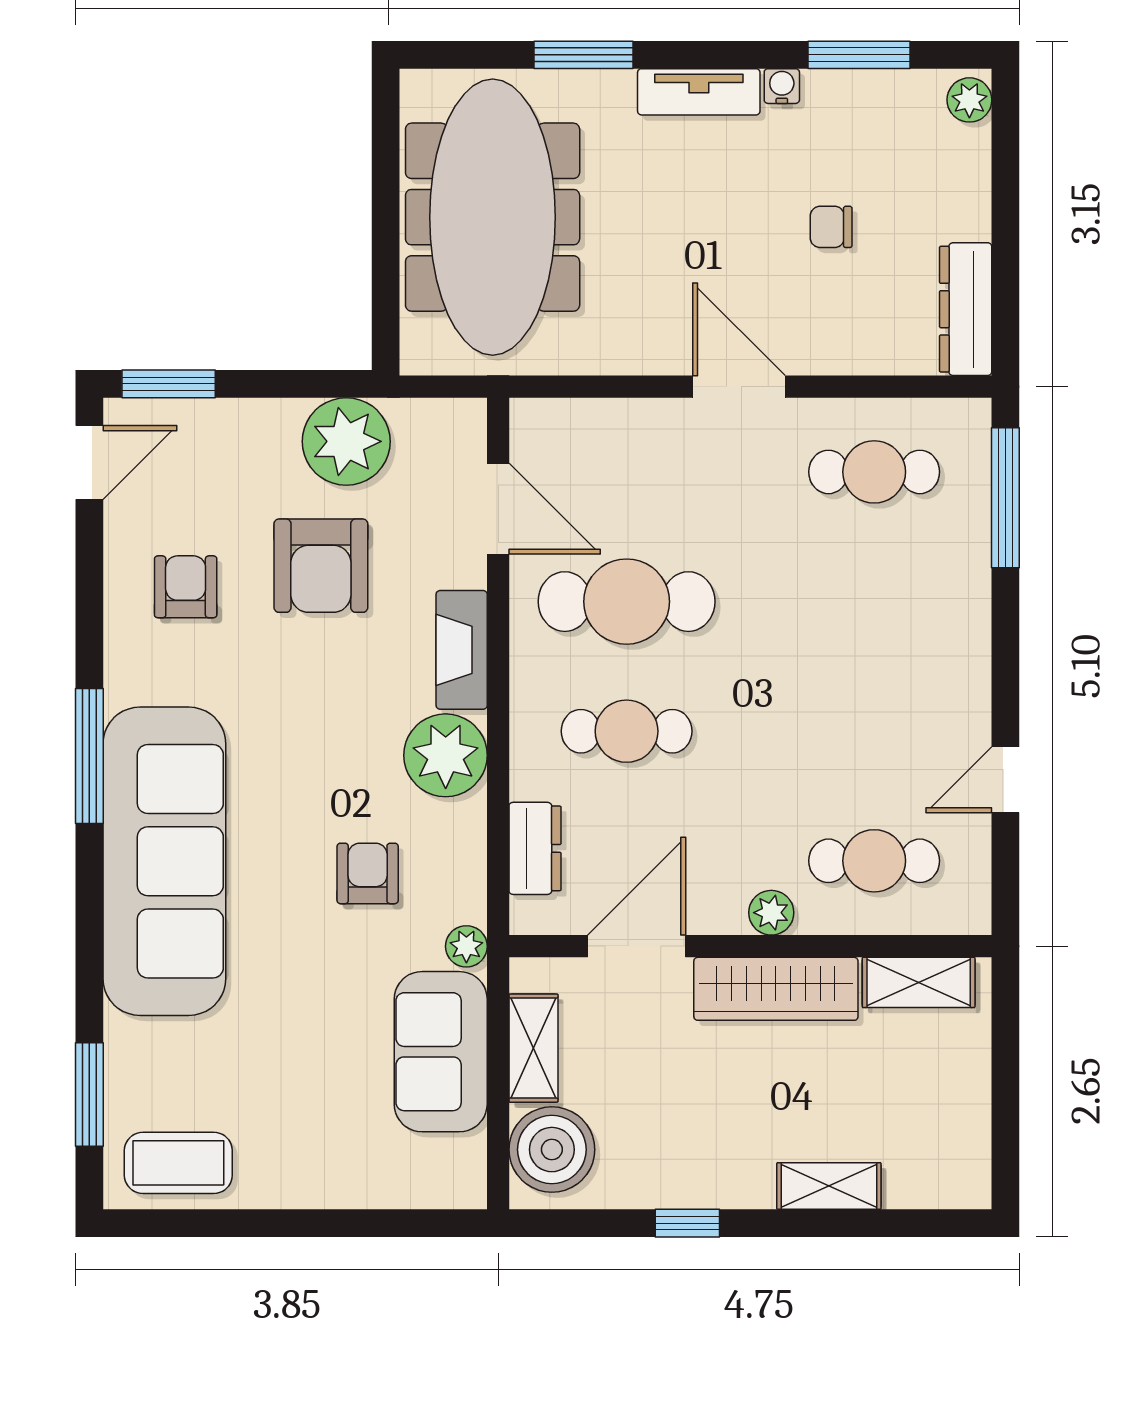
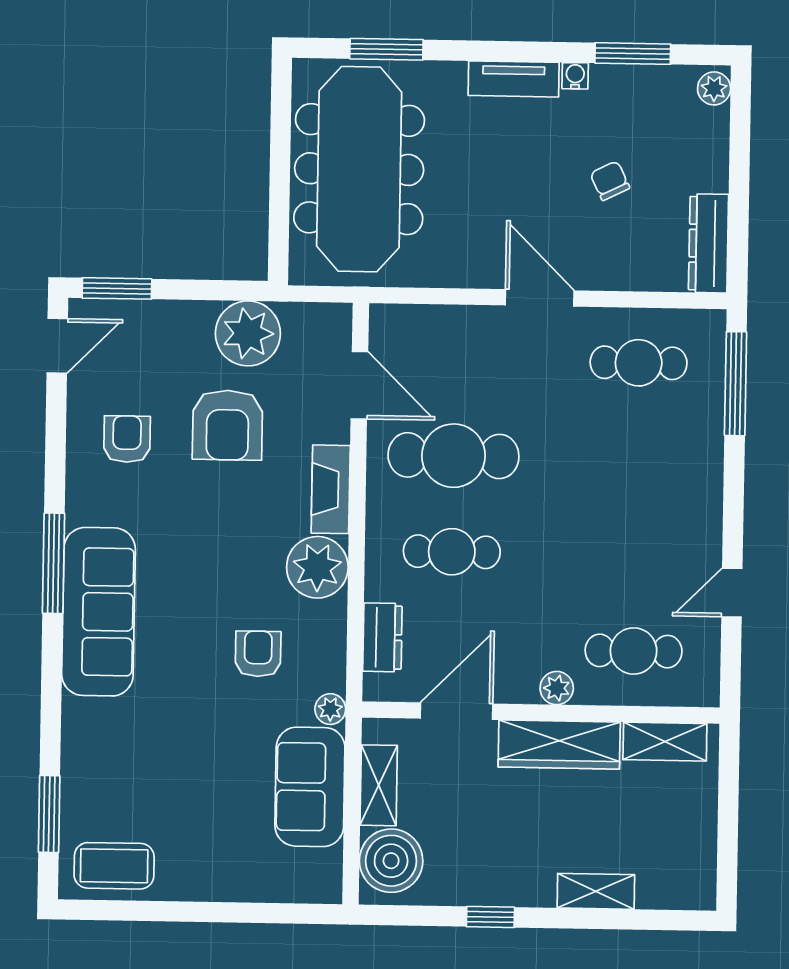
window: (583, 55) -> (386, 49), moved
chair: (831, 227) -> (610, 181), turned 64
sofa: (164, 861) -> (99, 612), width x0.74, depth x0.79

